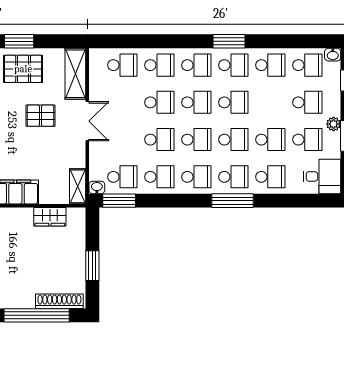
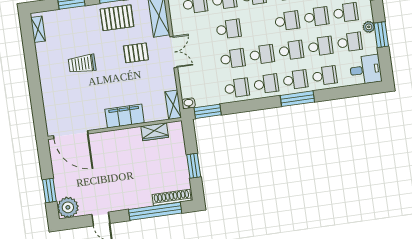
school desk: (196, 102) -> (316, 17), moved
school desk: (122, 177) -> (208, 92), removed

